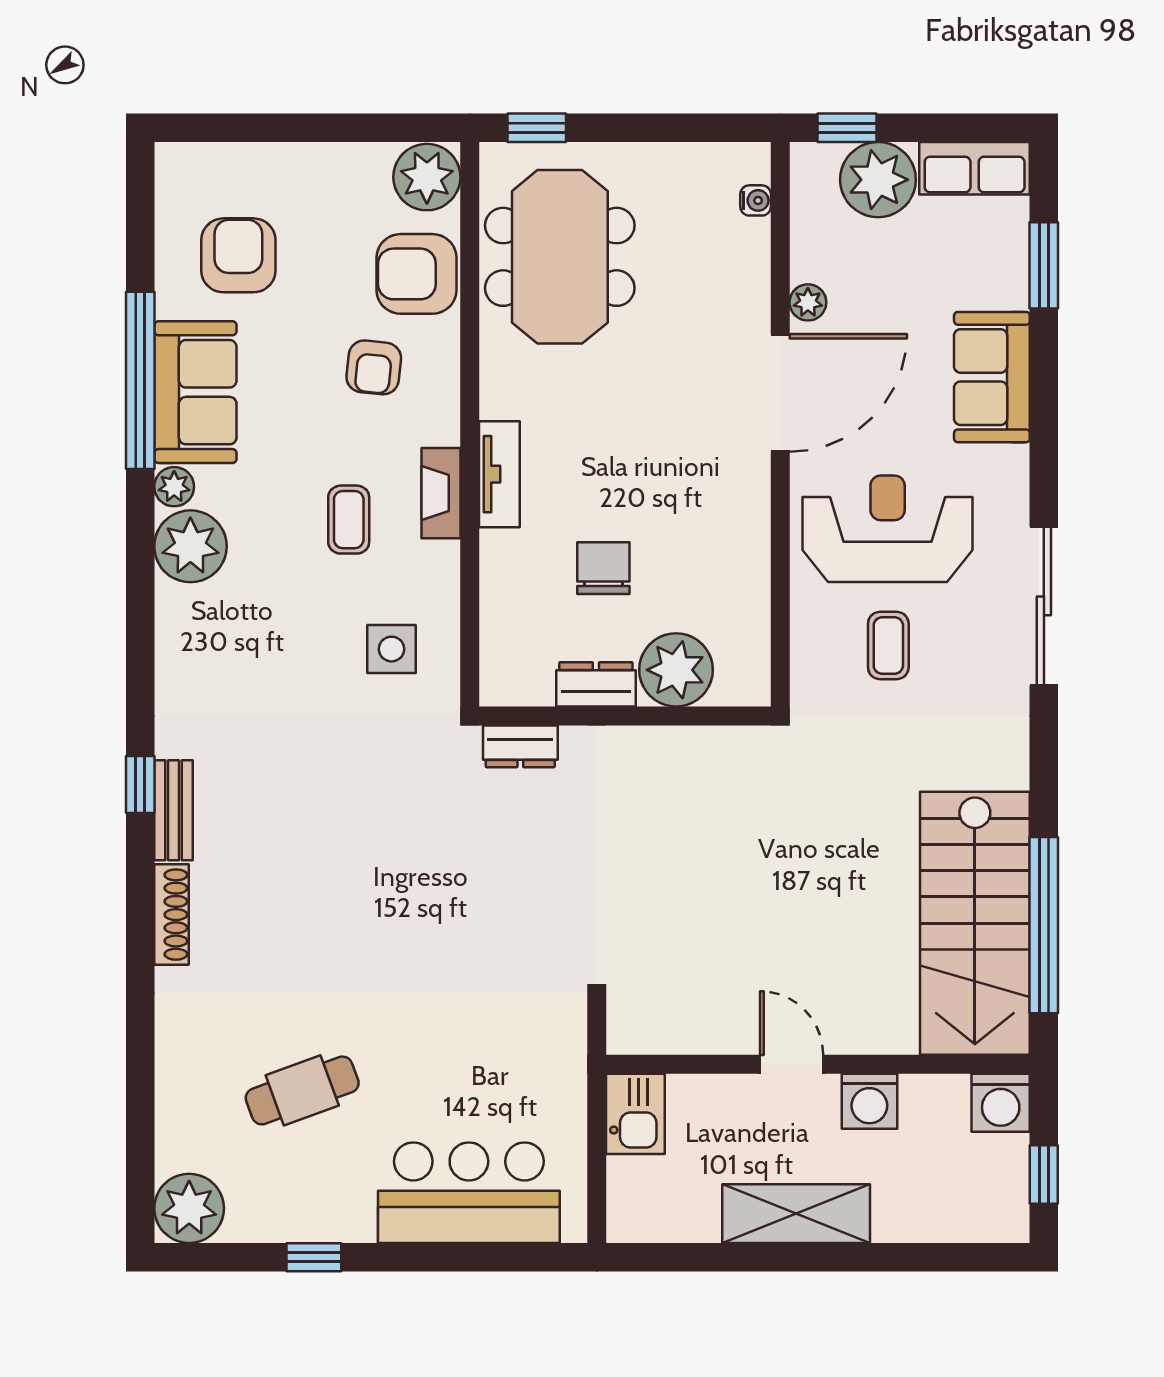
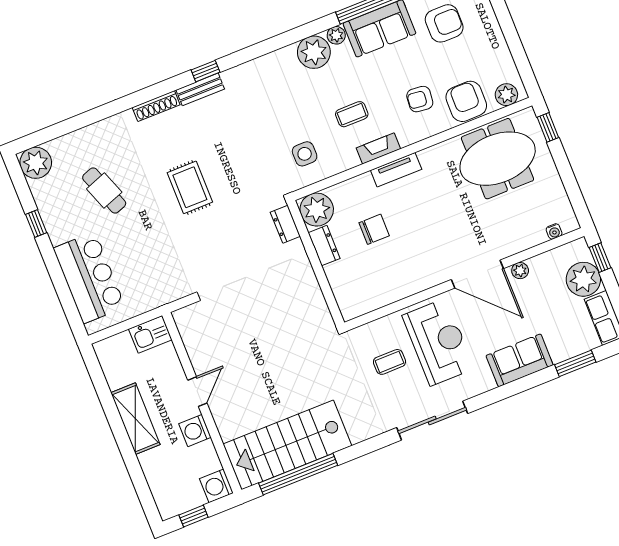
plant: (427, 177) -> (506, 95), width x0.73, depth x0.73
plant: (676, 670) -> (317, 210), moved
rug: (366, 912) -> (190, 187), added

